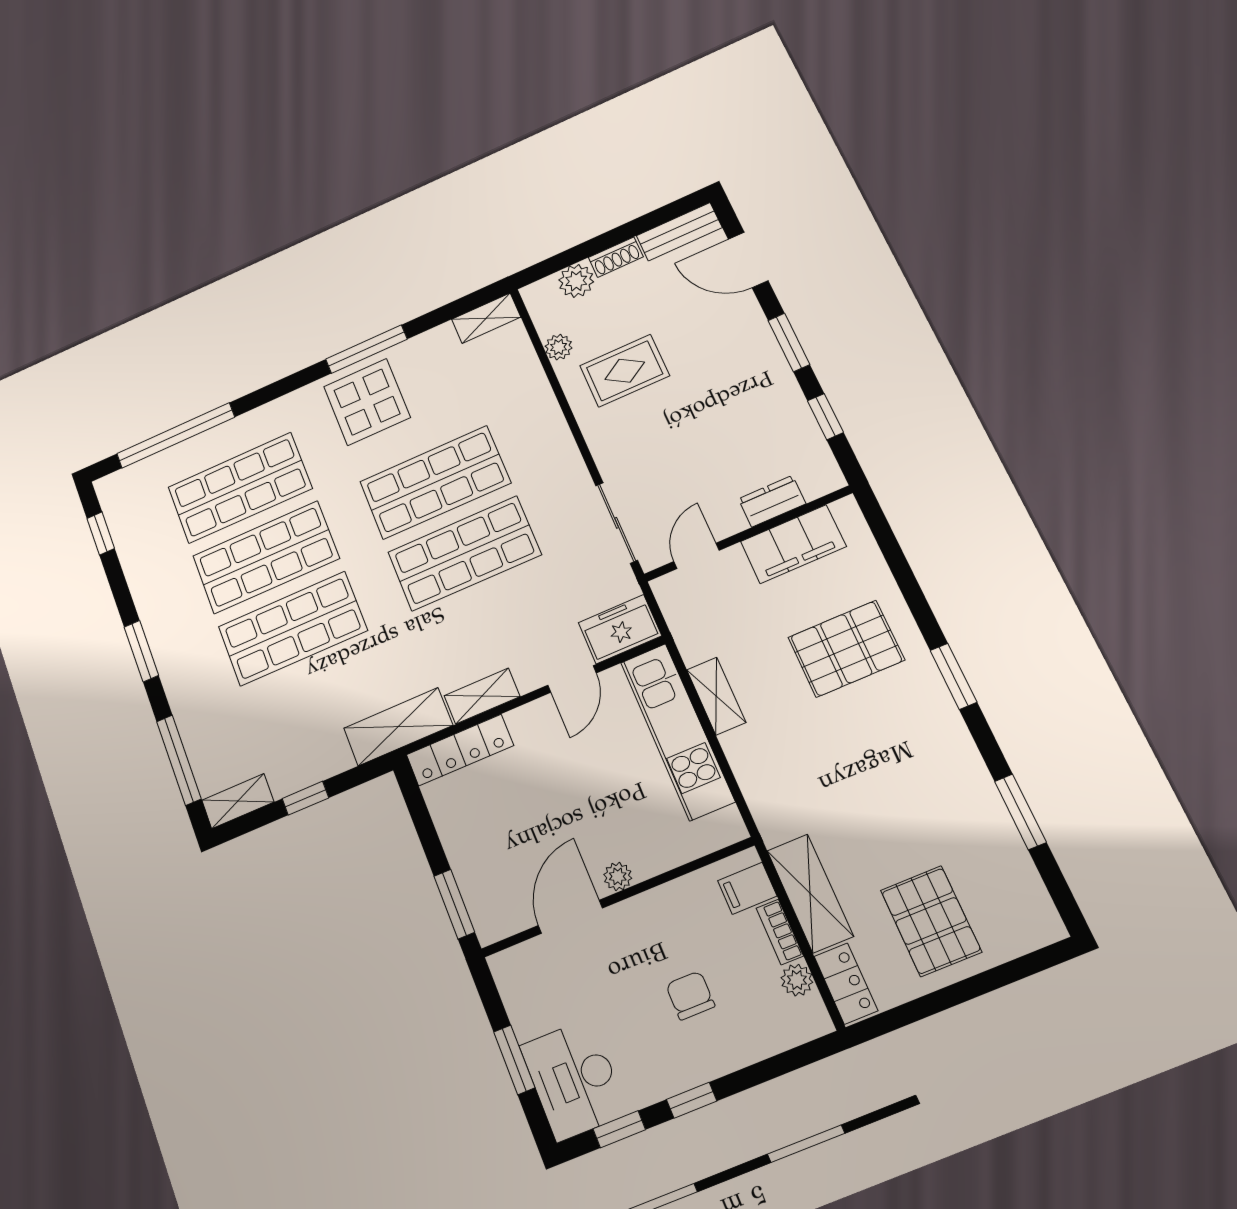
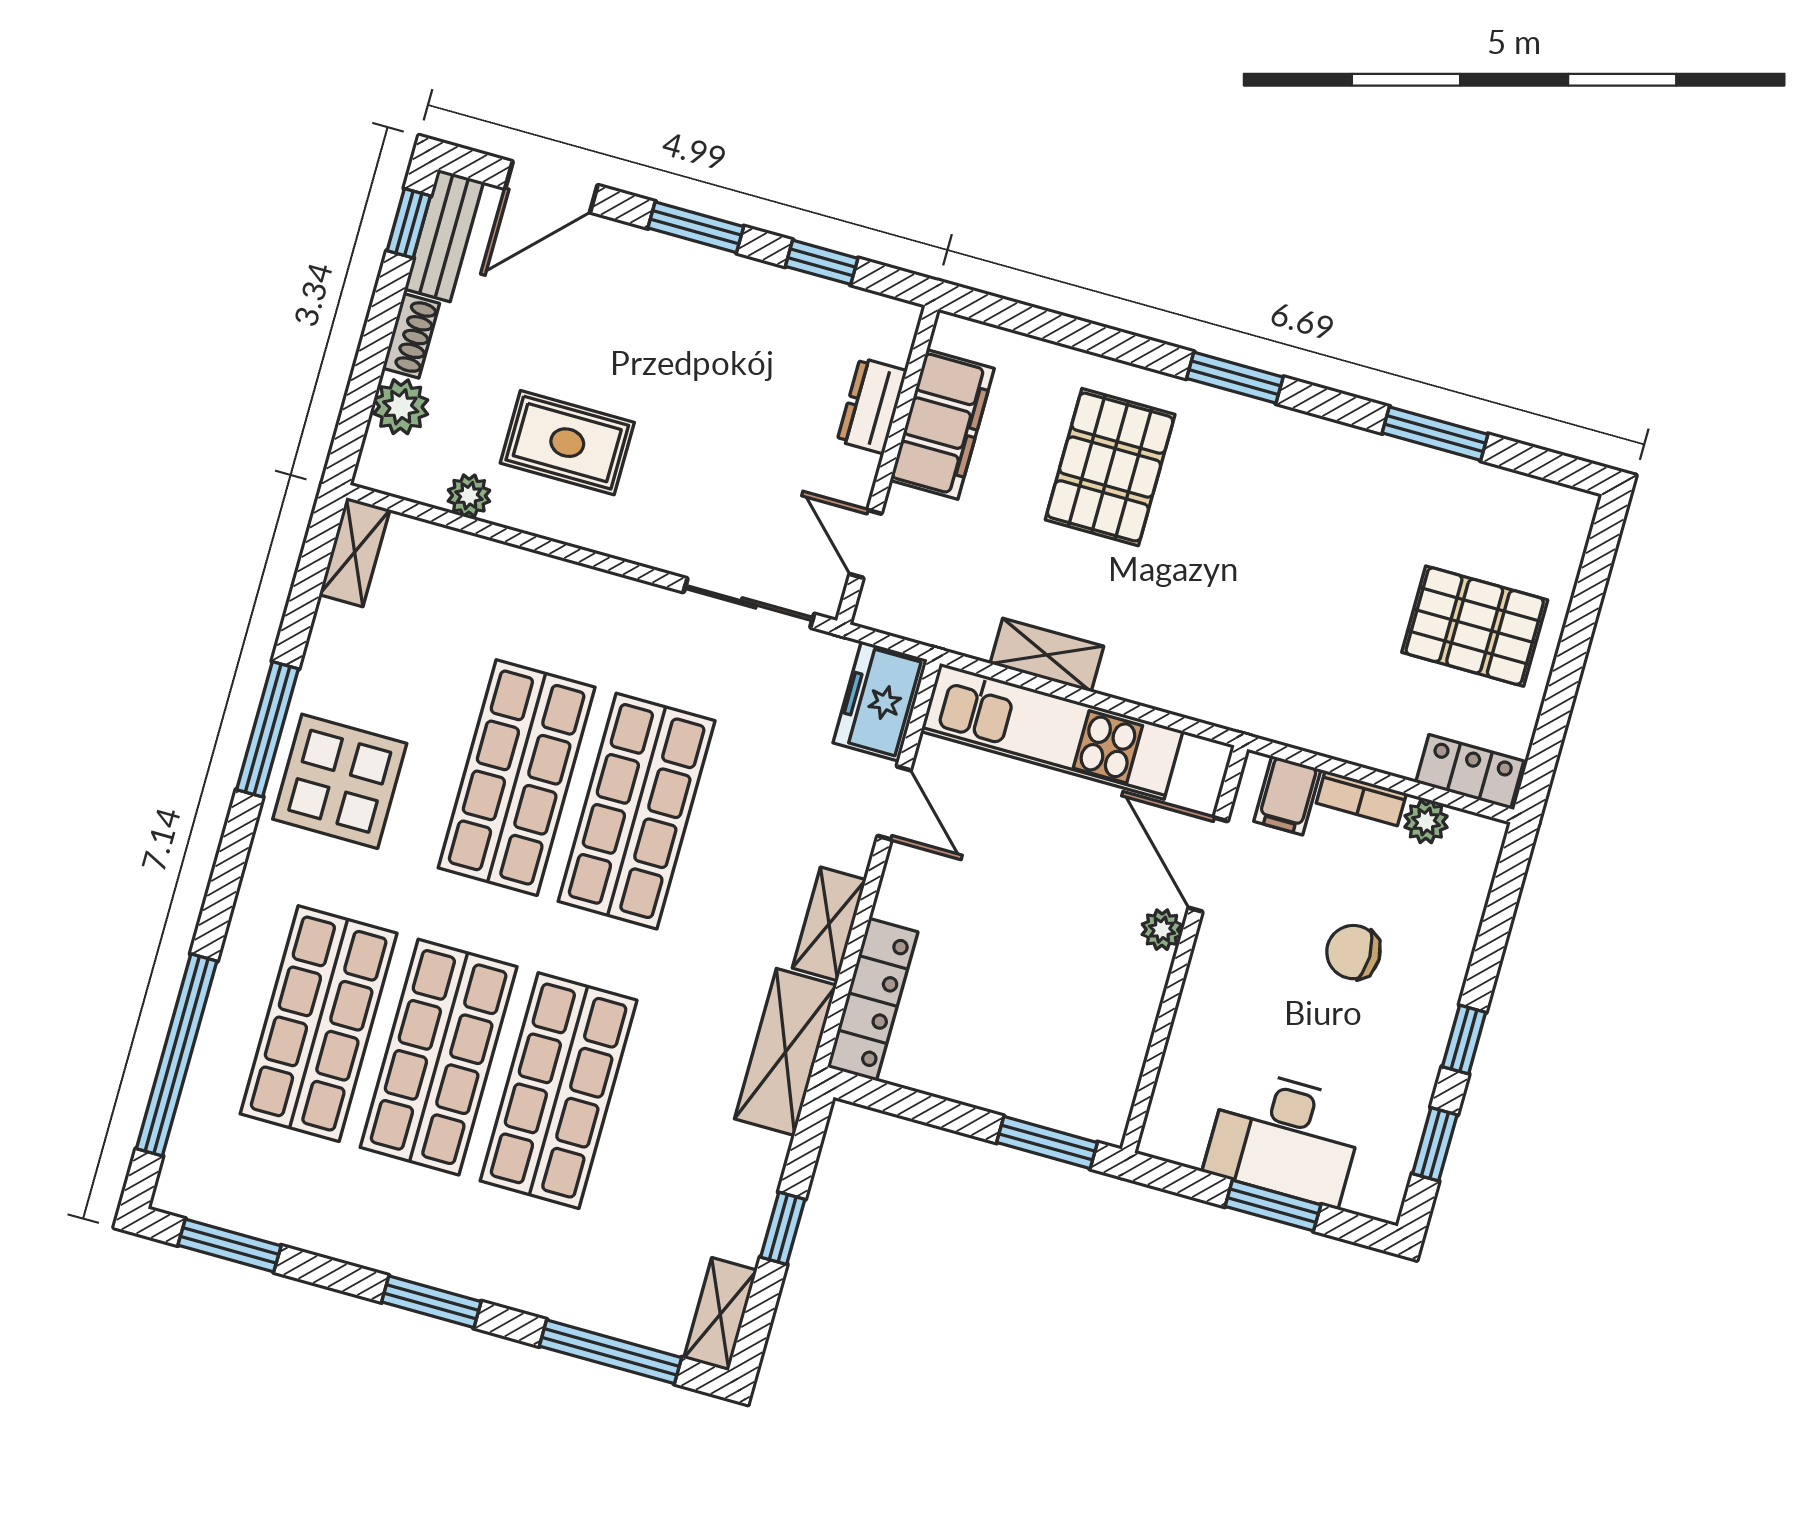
window: (671, 211) -> (409, 223), added
rug: (625, 371) -> (567, 443), turned 90
window: (101, 533) -> (229, 1245), width x1.50
shelving: (810, 893) -> (1346, 731), removed
door: (570, 917) -> (1208, 865), moved
desk: (574, 1080) -> (1285, 1137), moved

